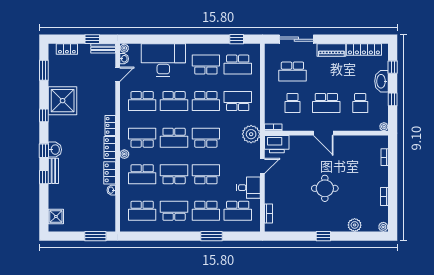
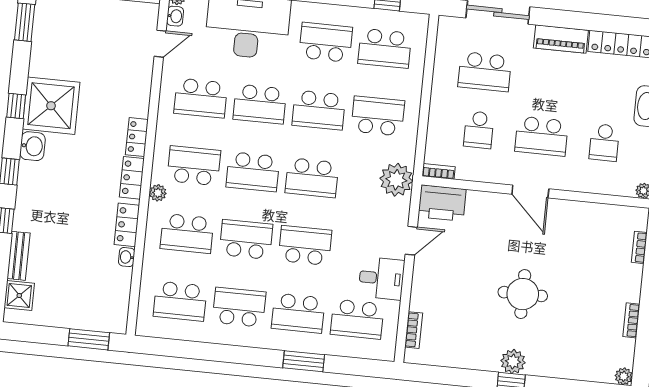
shower: (63, 101) -> (51, 106), moved
school desk: (206, 138) -> (312, 178), turned 180
washbasin: (55, 150) -> (33, 146), moved
bench: (53, 171) -> (19, 256), moved
plant: (355, 225) -> (513, 362), moved

